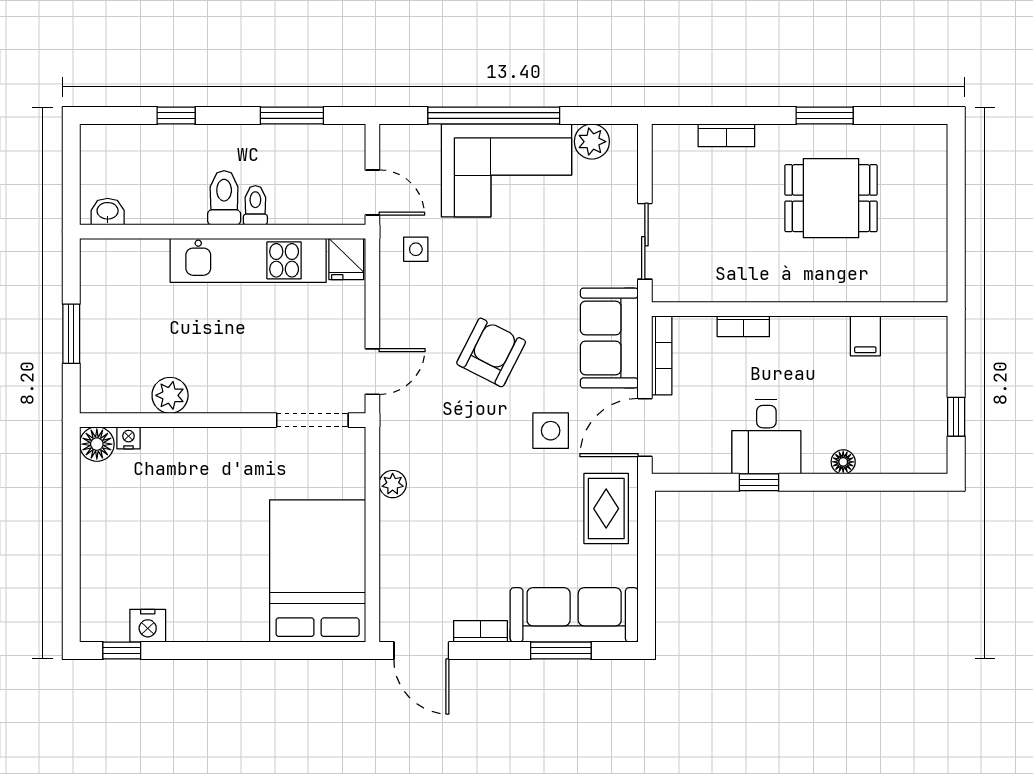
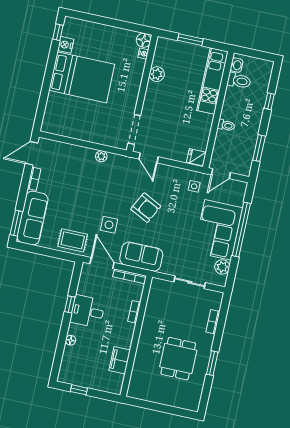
toilet: (224, 198) -> (239, 81), moved
sliding door: (645, 241) -> (190, 282), moved
kitchen unit: (248, 260) -> (212, 81), moved
filing cabinet: (865, 336) -> (120, 360), width x2.00
bed: (318, 571) -> (82, 77), moved
window: (561, 651) -> (16, 223), moved

